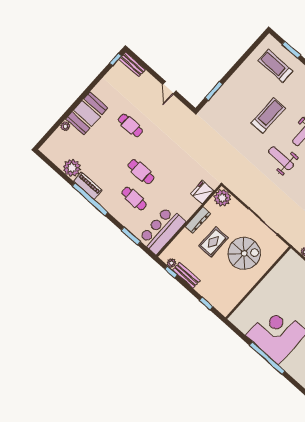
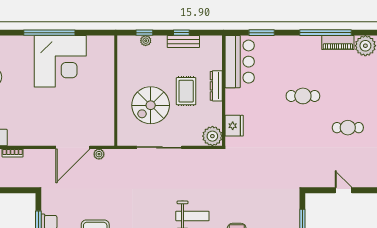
cafe table: (134, 199) -> (288, 67), removed
dresser: (198, 220) -> (216, 86), moved
plant: (171, 263) -> (146, 41), moved
window: (171, 272) -> (181, 33), moved

